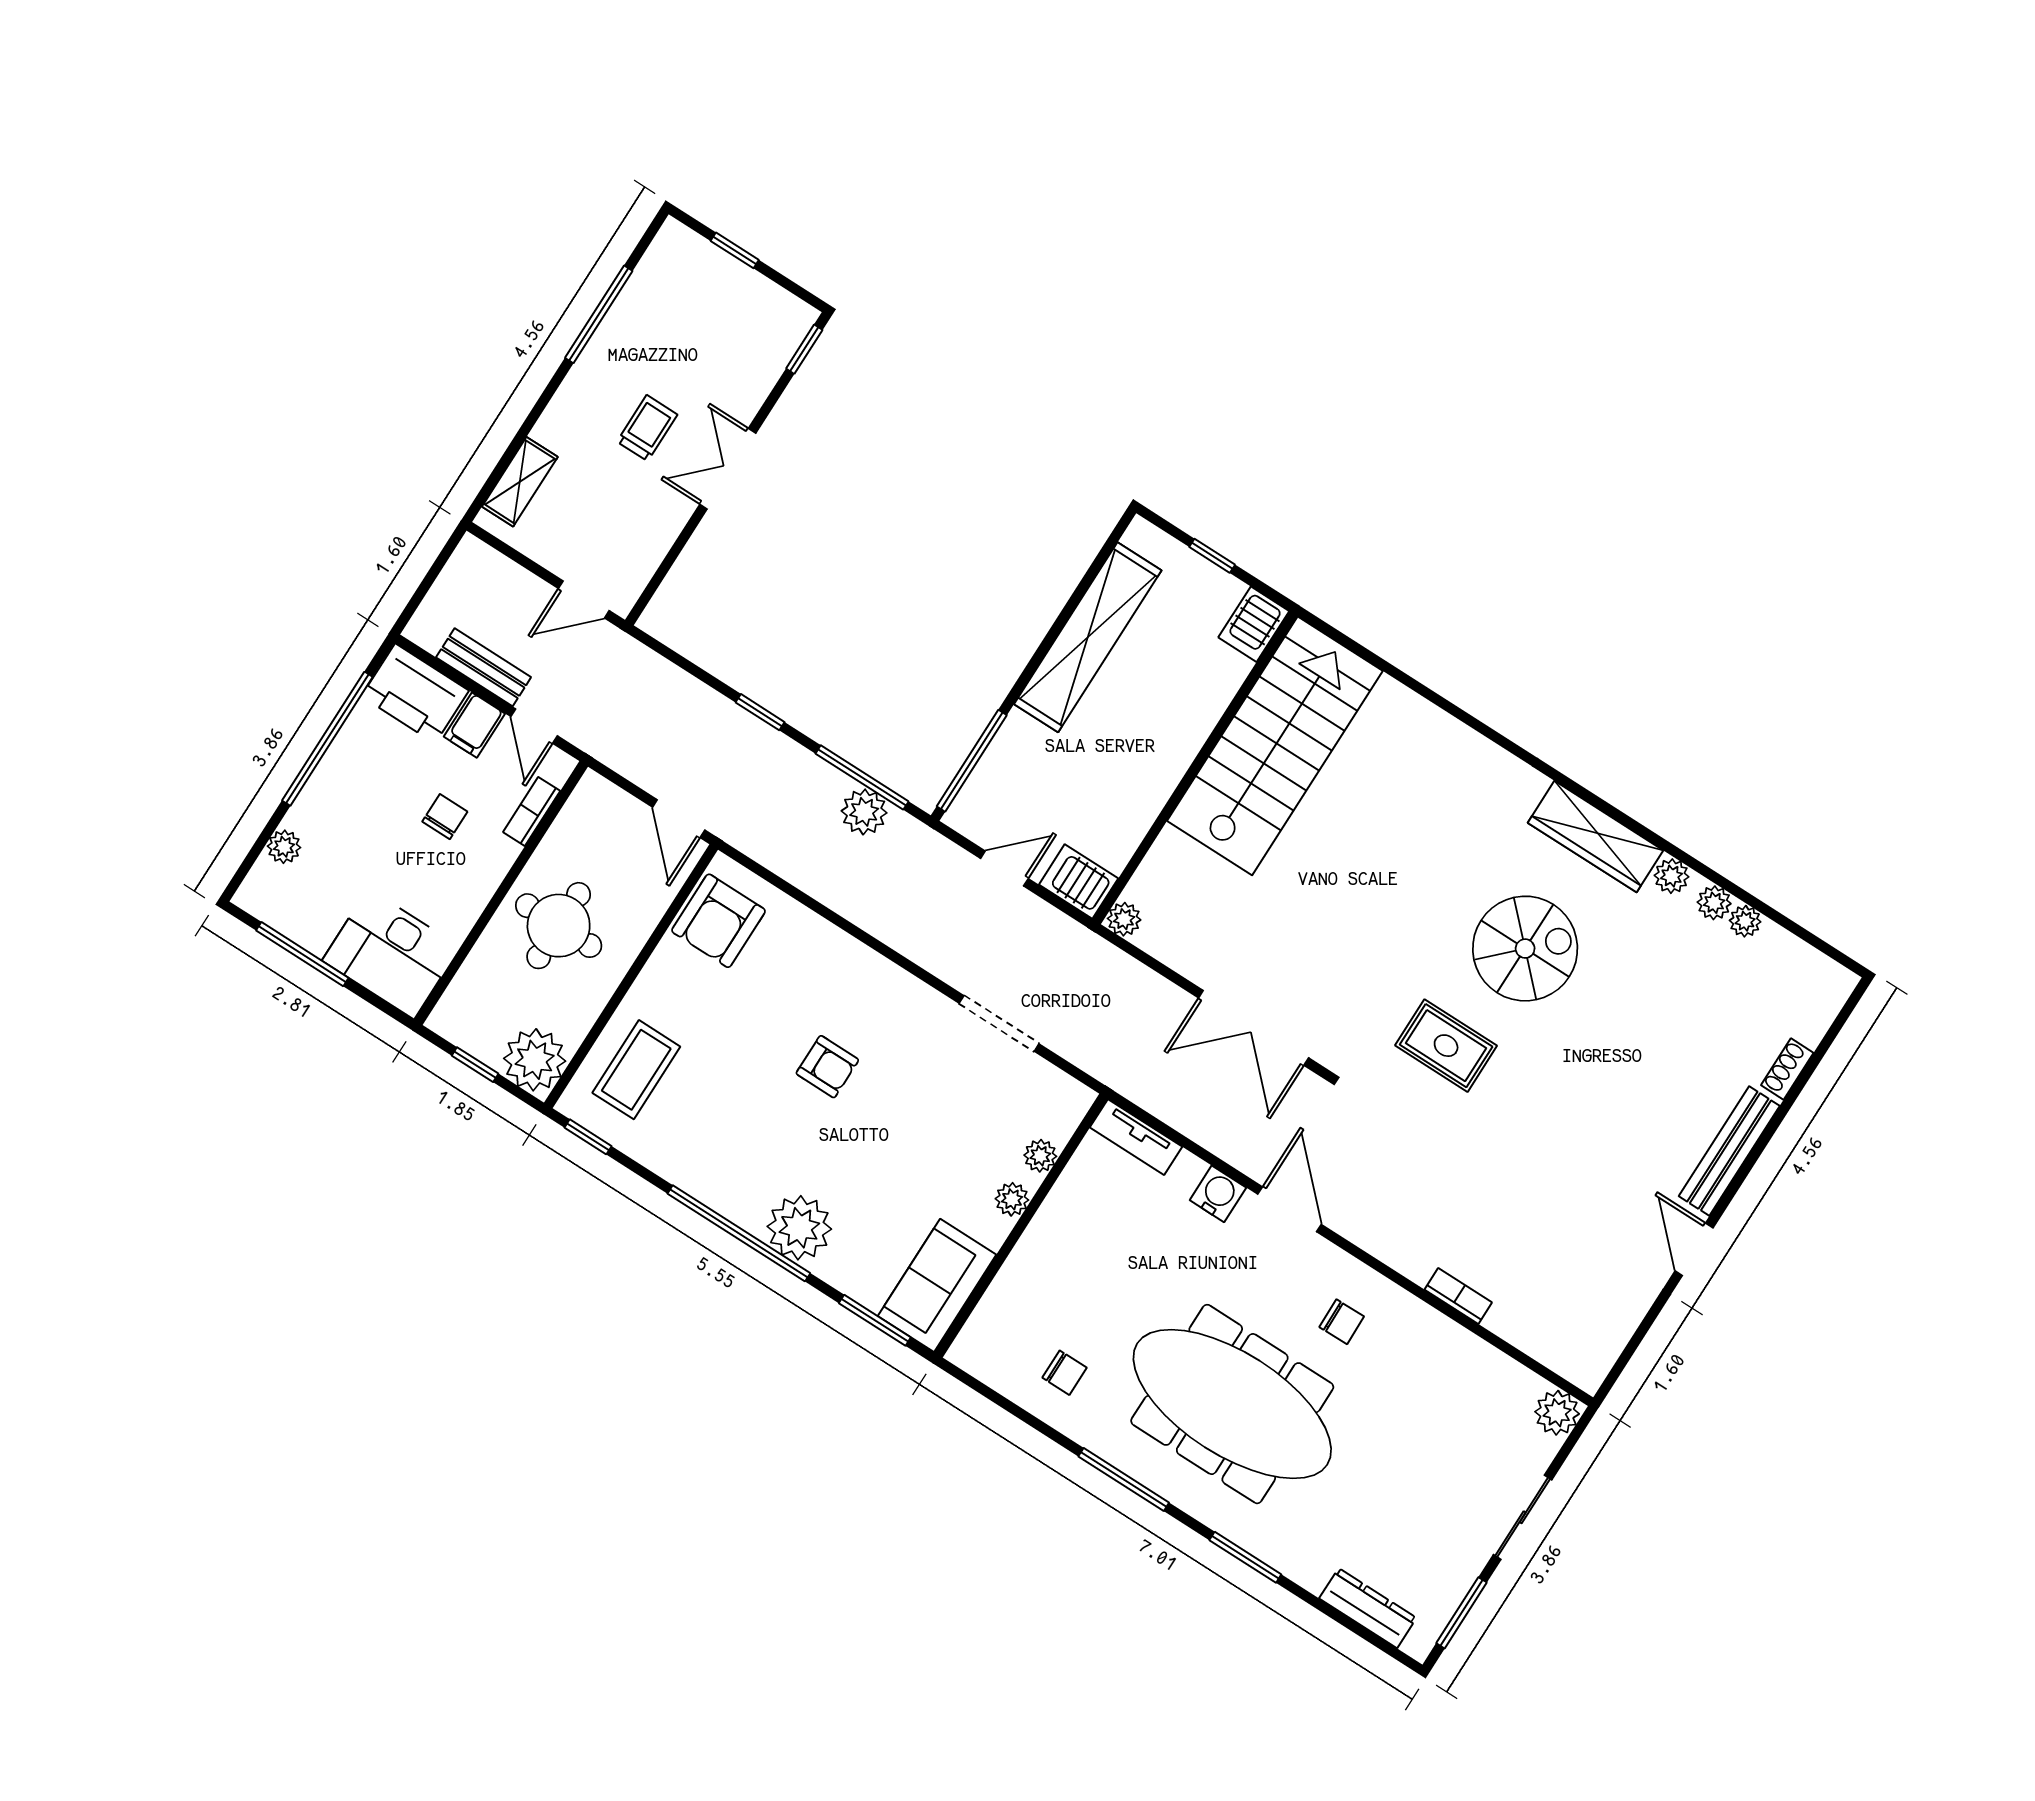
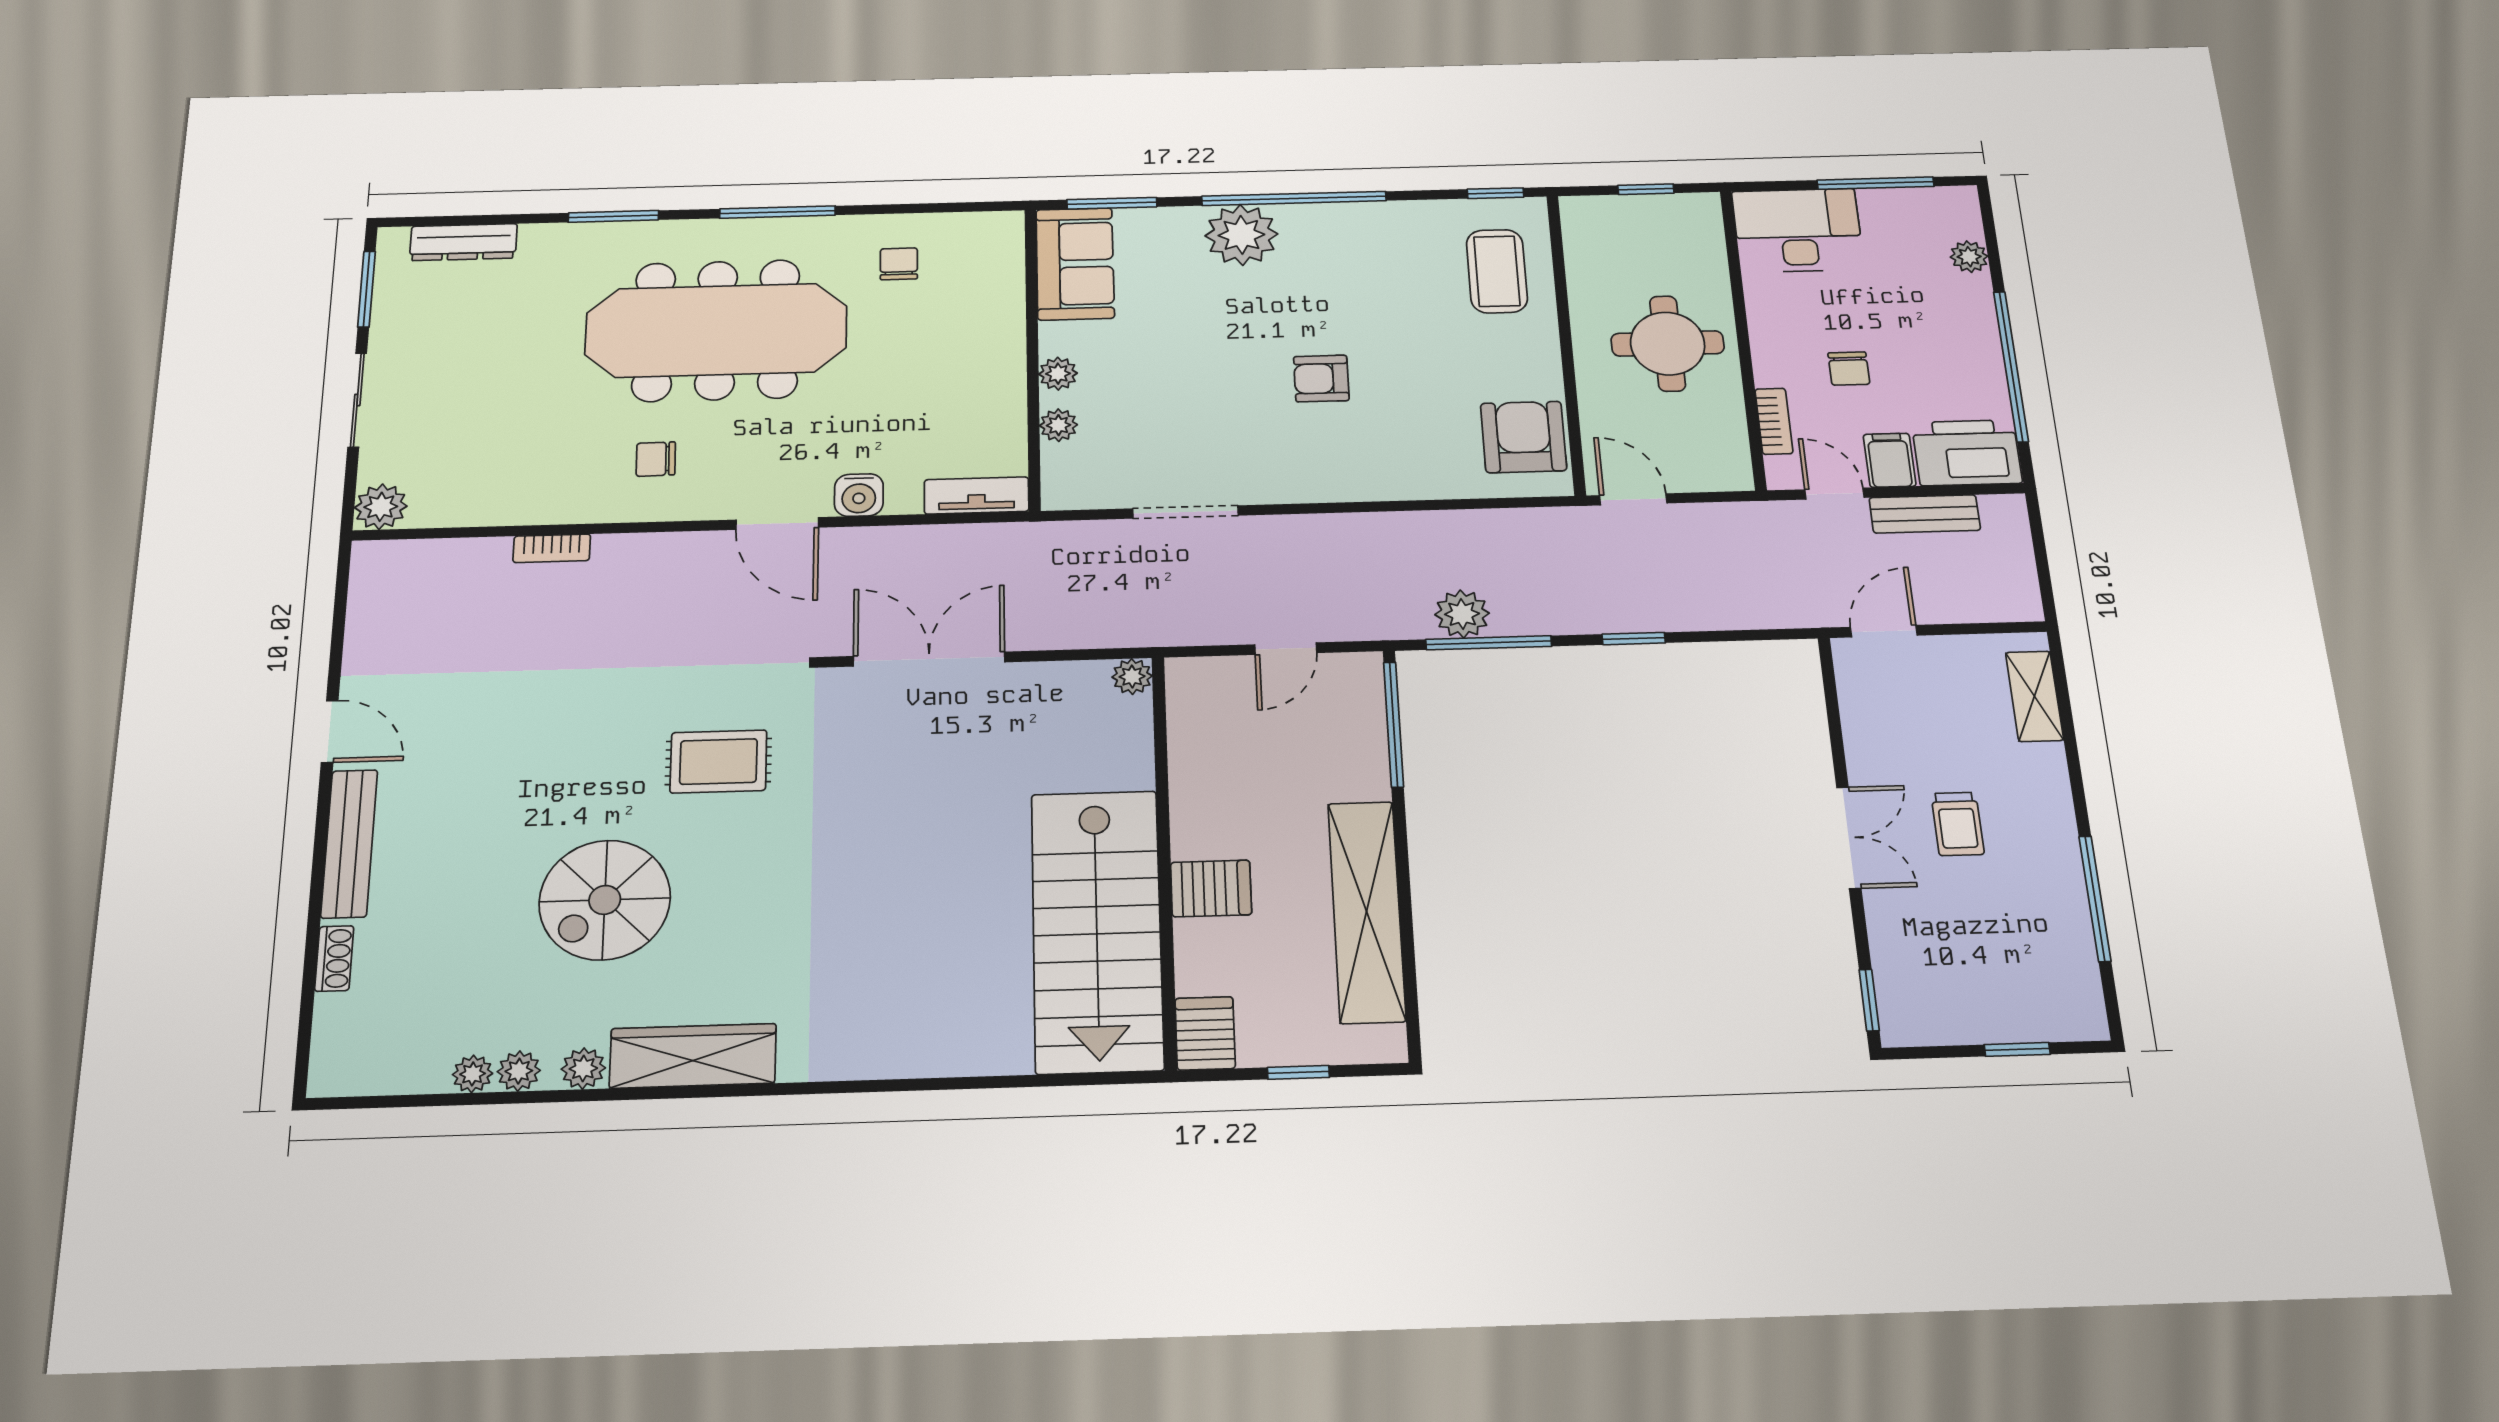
server rack: (1079, 881) -> (1211, 888), moved
spiral stairs: (1525, 949) -> (605, 900), moved
plant: (535, 1060) -> (1596, 224), removed
chair: (1065, 1373) -> (899, 264), turned 90

